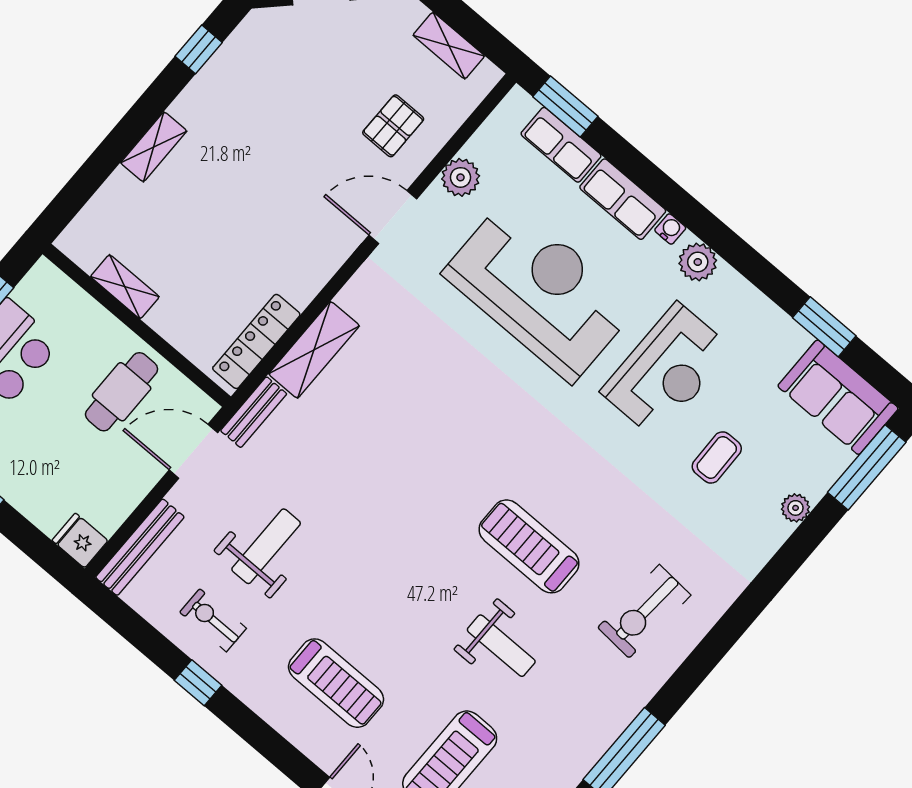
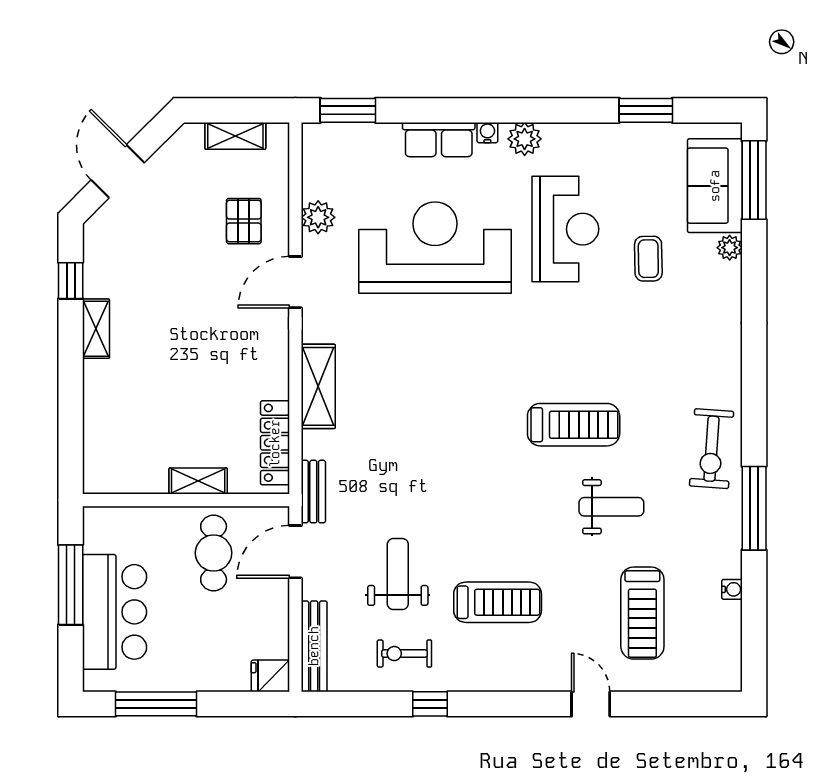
row of seats: (561, 145) -> (367, 138), removed
shelving: (154, 147) -> (96, 329), moved
shelving: (125, 287) -> (198, 481), moved
shelving: (314, 350) -> (318, 386), moved
sofa: (838, 397) -> (715, 186), moved, turned 90
treadmill: (529, 546) -> (574, 425), turned 180
exercise bike: (644, 611) -> (712, 449), moved
treadmill: (336, 683) -> (498, 602), moved

